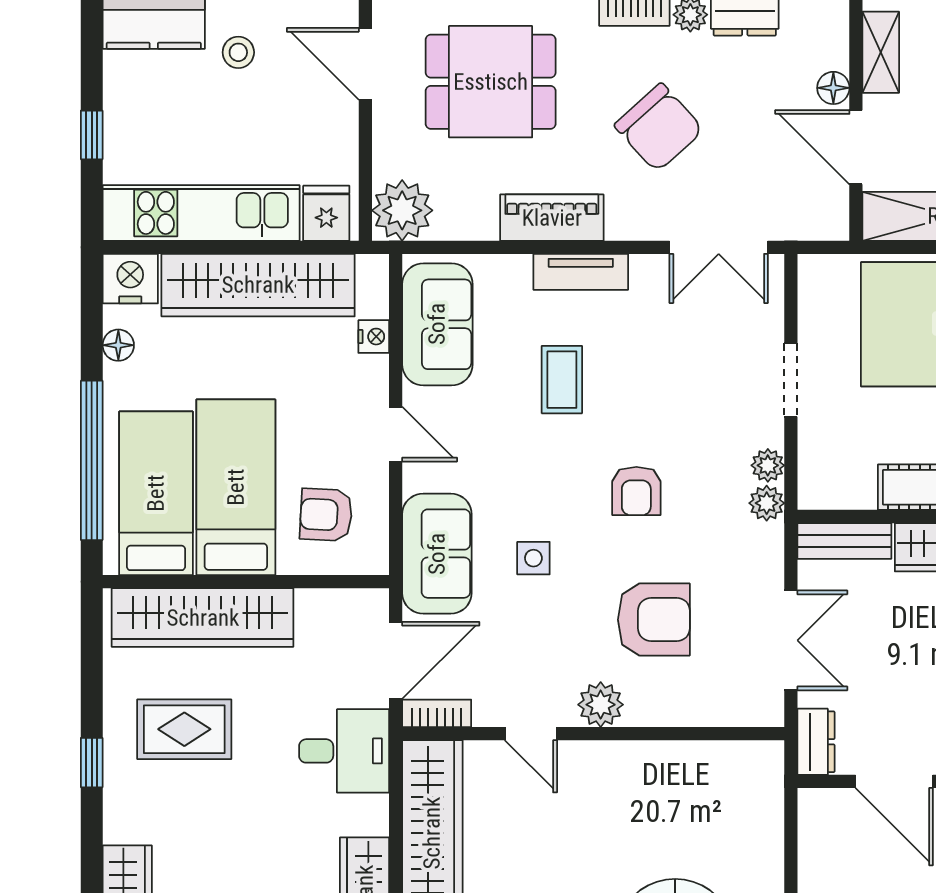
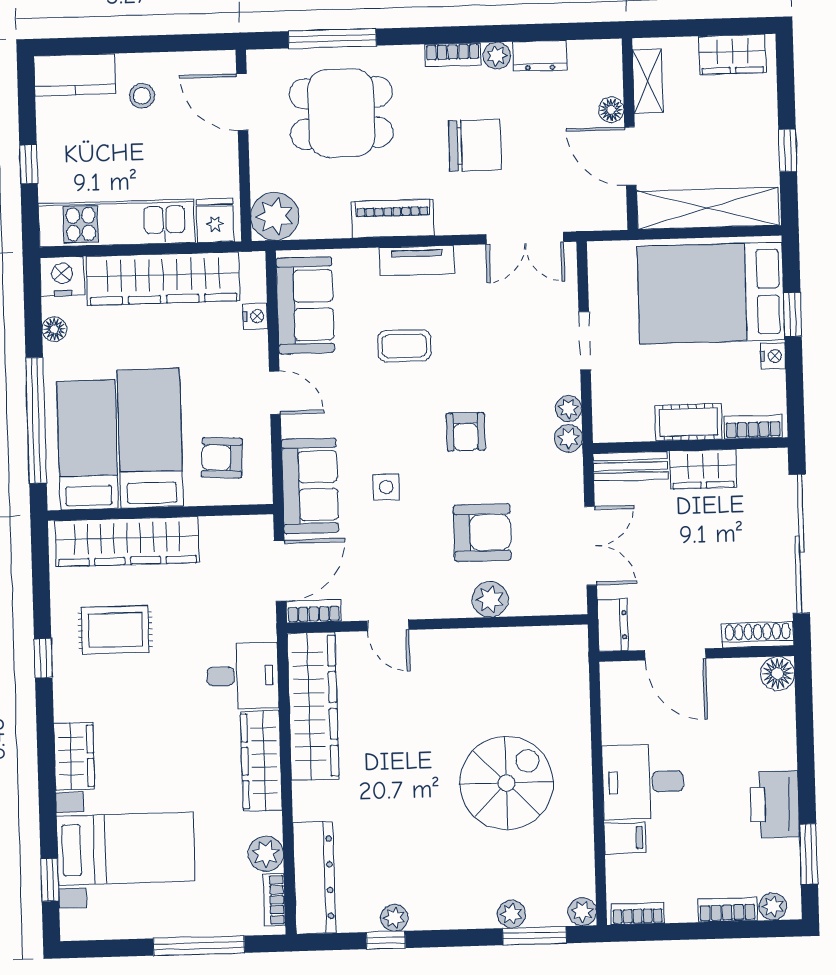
chair: (659, 128) -> (475, 145), turned -48
coffee table: (562, 380) -> (404, 346), turned 90
plant: (601, 705) -> (490, 599), moved
desk: (344, 751) -> (243, 676), moved

